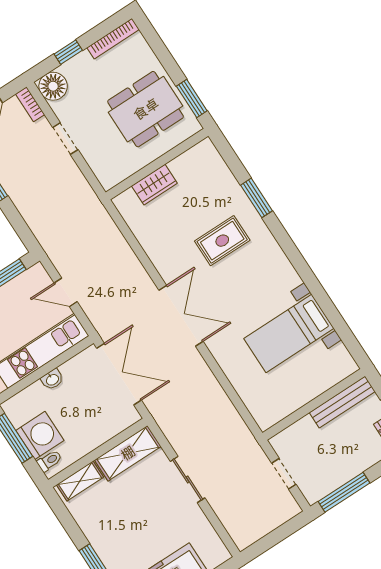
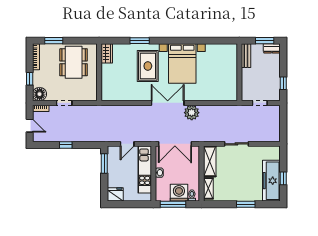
window: (192, 98) -> (54, 41), moved
wardrobe: (154, 185) -> (107, 53), moved
rug: (222, 241) -> (148, 66), width x1.36, depth x1.43
bed with nightstands: (289, 333) -> (182, 63), moved, width x1.36
plant: (191, 368) -> (192, 113), added
double door: (119, 374) -> (175, 144), swing flipped
bench: (342, 402) -> (246, 56), width x0.73
window: (344, 492) -> (283, 83), width x0.46

